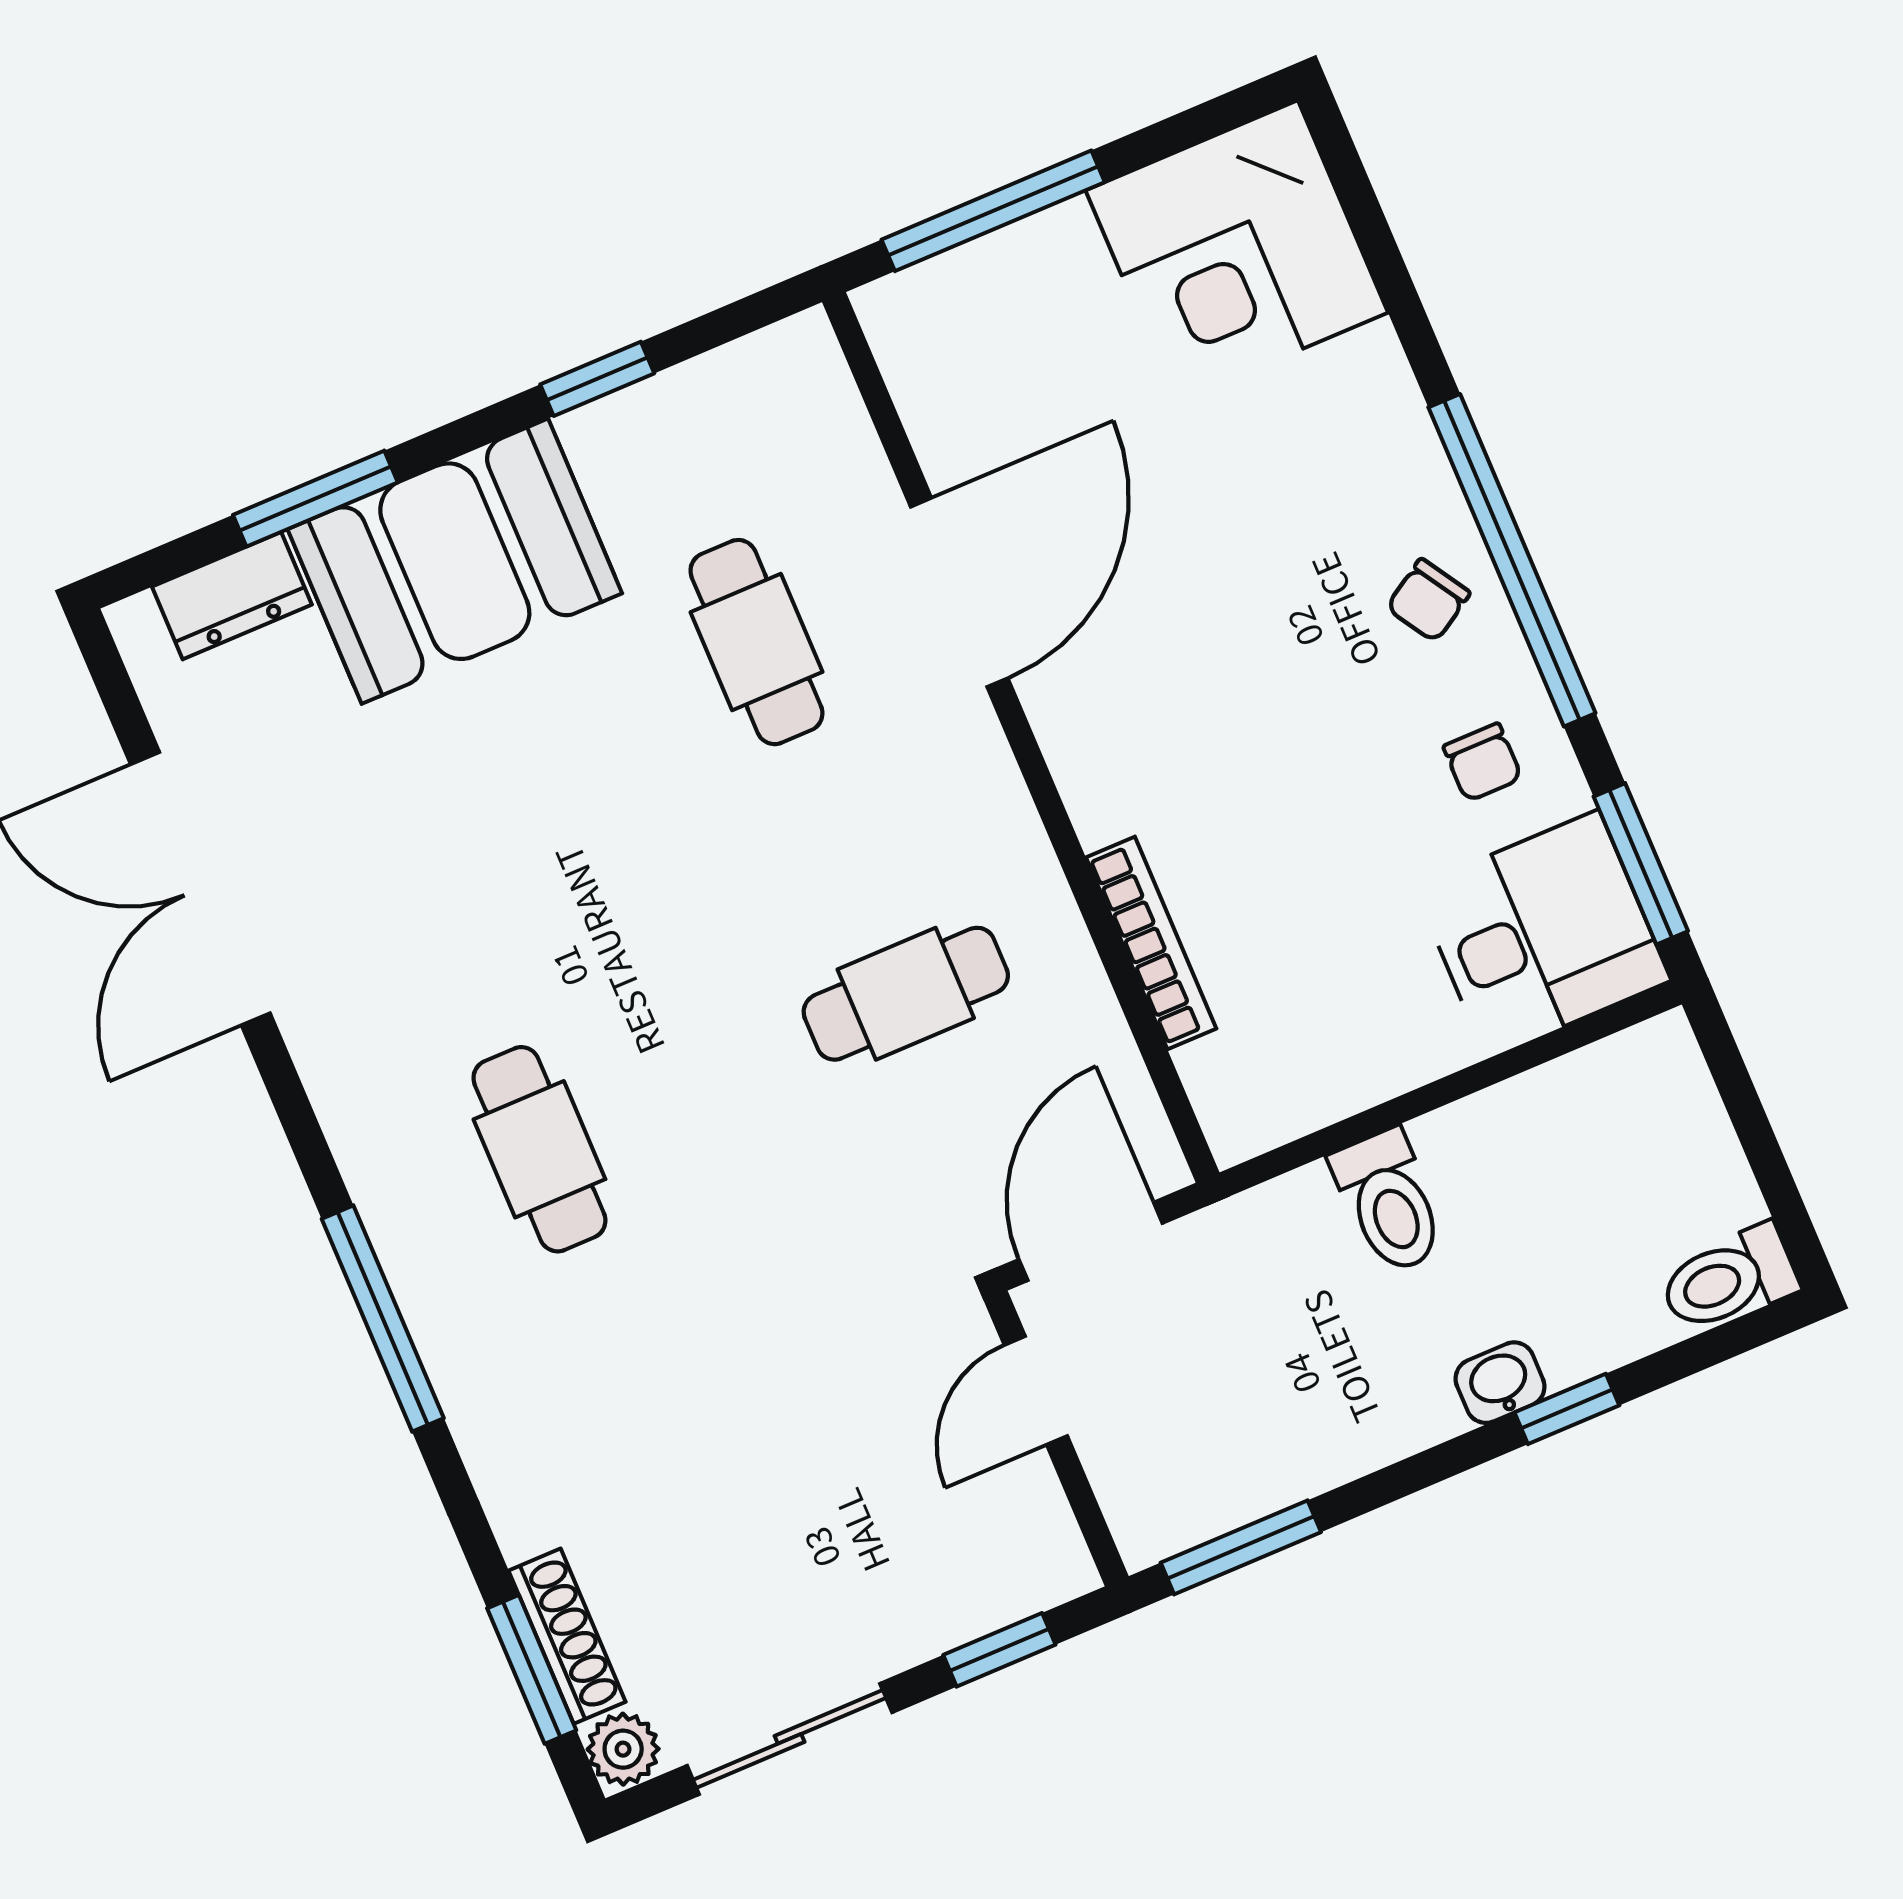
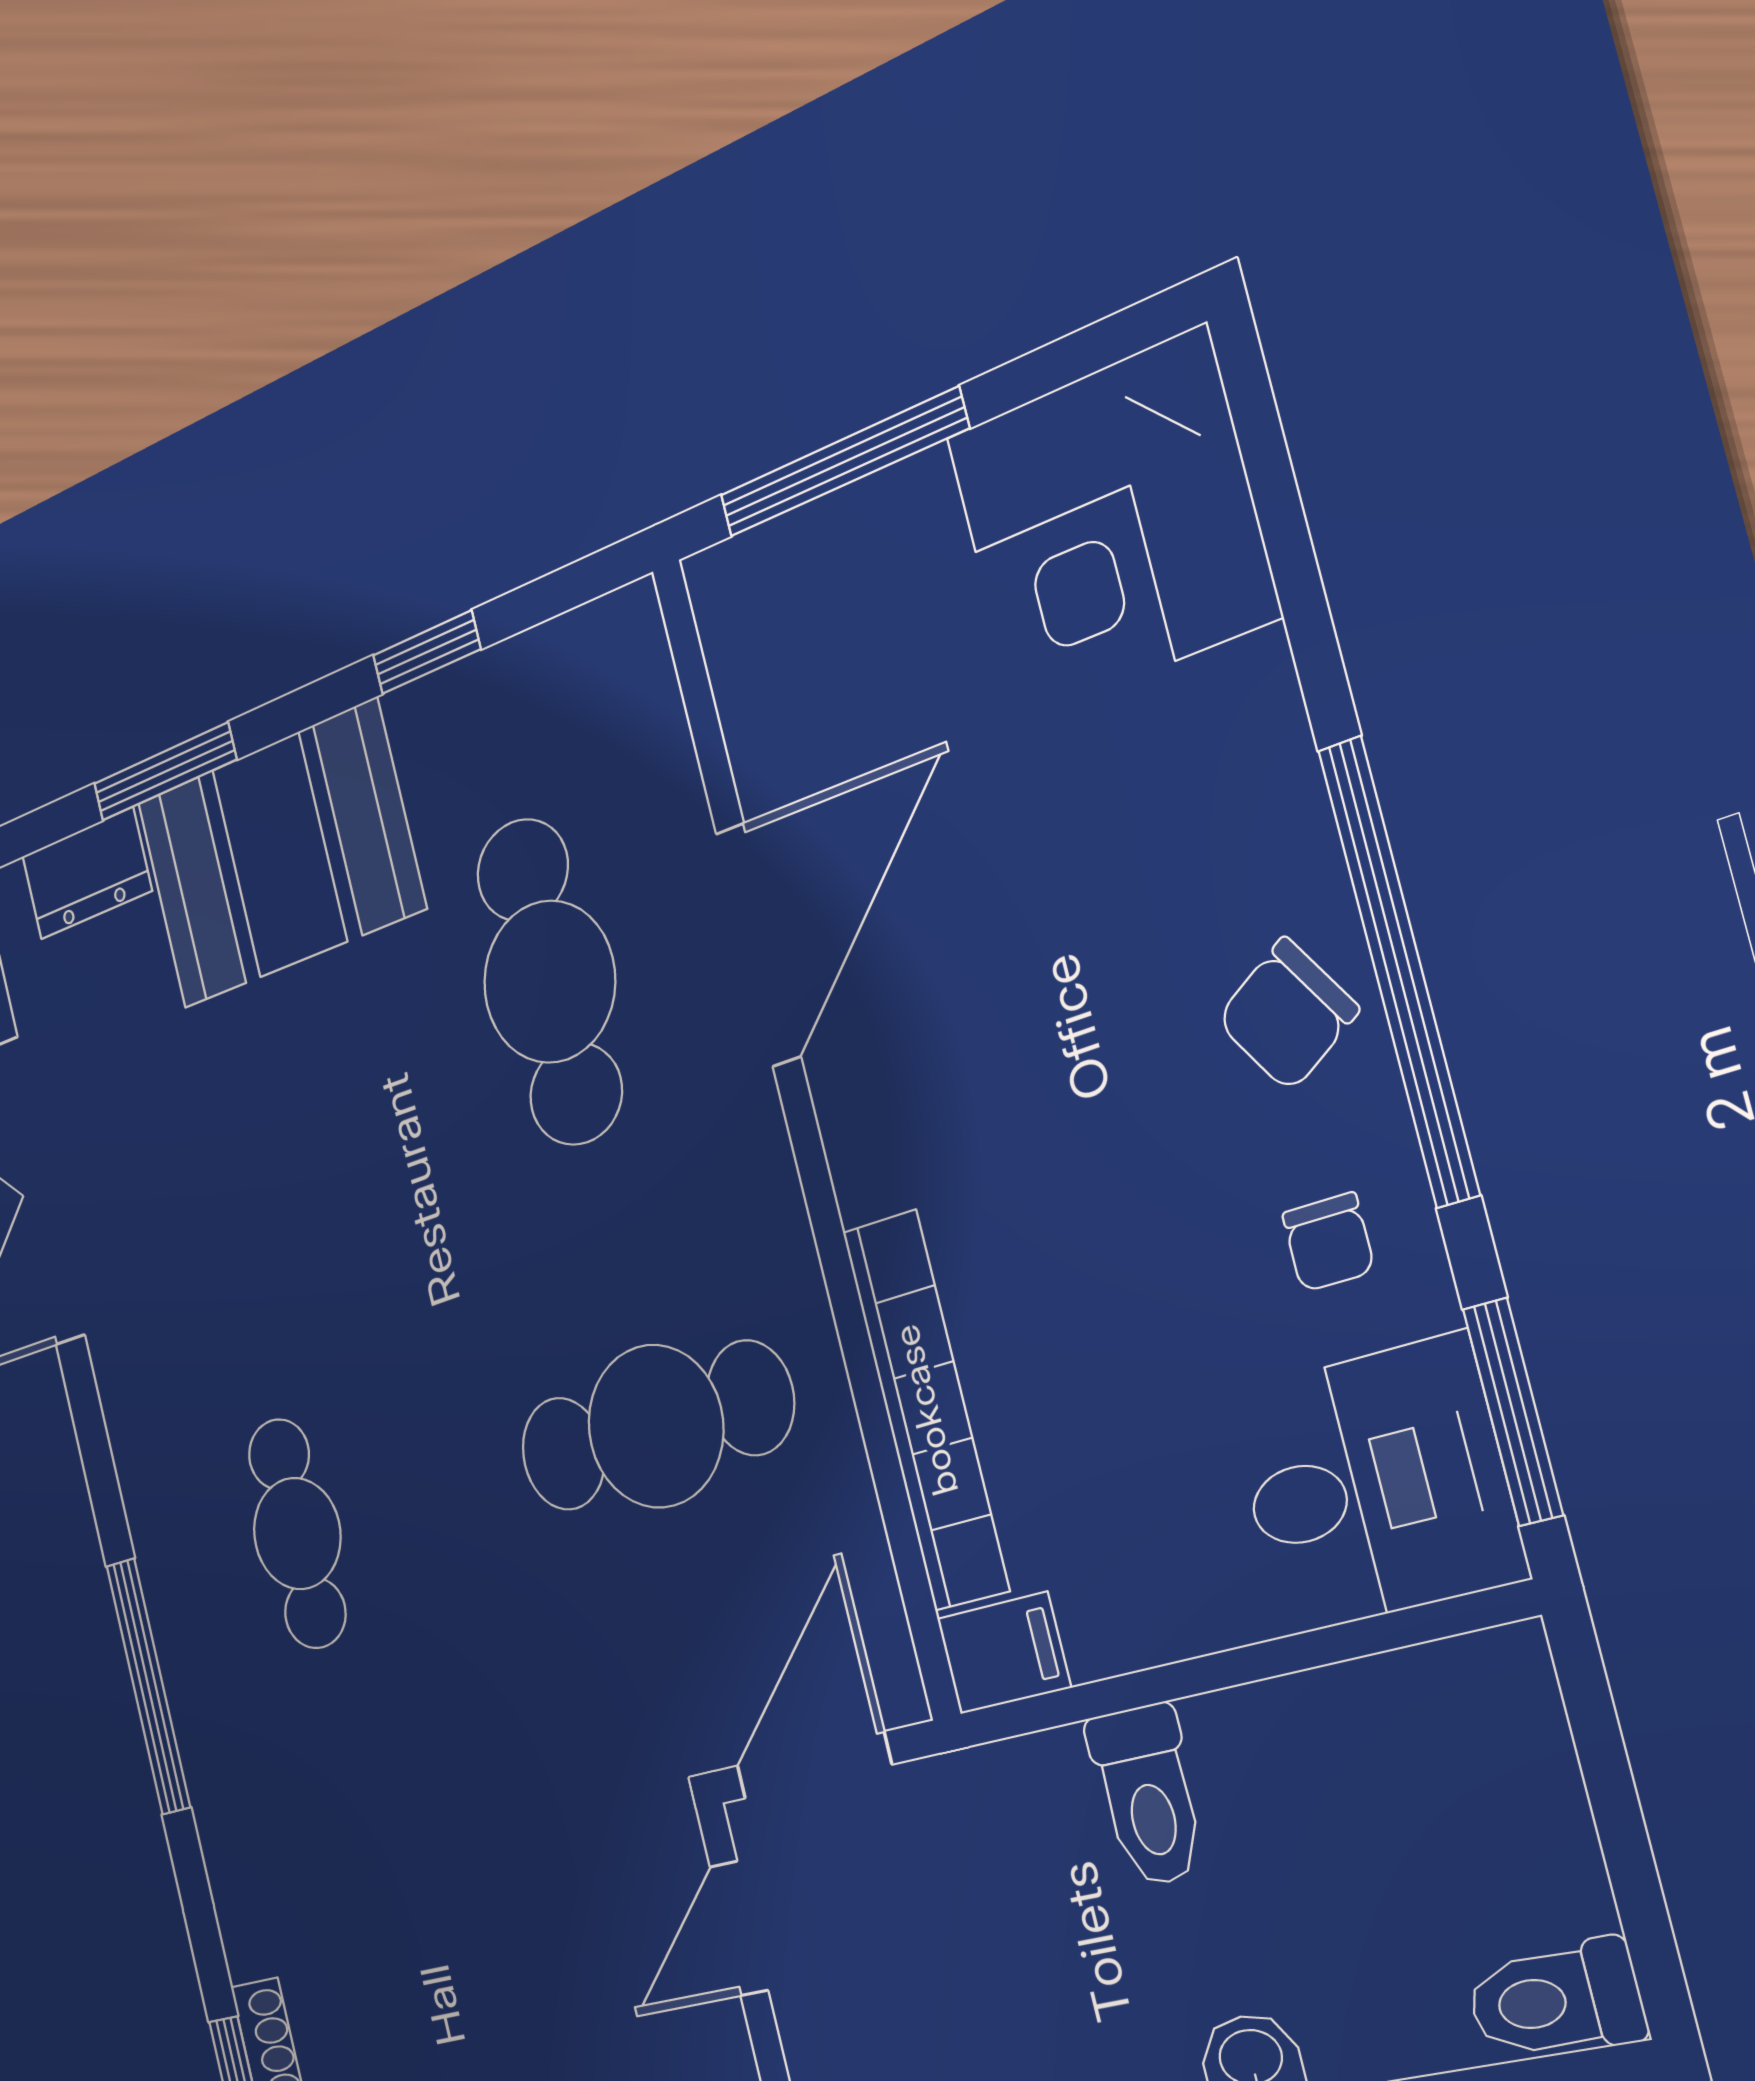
chair: (1428, 600) -> (1287, 1015), width x1.37, depth x1.37
cafe table: (756, 642) -> (549, 982), width x1.37, depth x1.35
bookcase: (1151, 943) -> (926, 1410), width x1.48, depth x1.31
cafe table: (906, 994) -> (655, 1426), width x1.37, depth x1.35
filing cabinet: (1252, 1117) -> (1004, 1653), added

